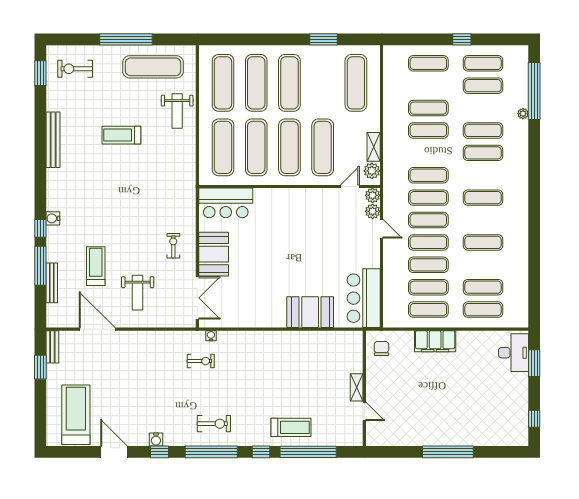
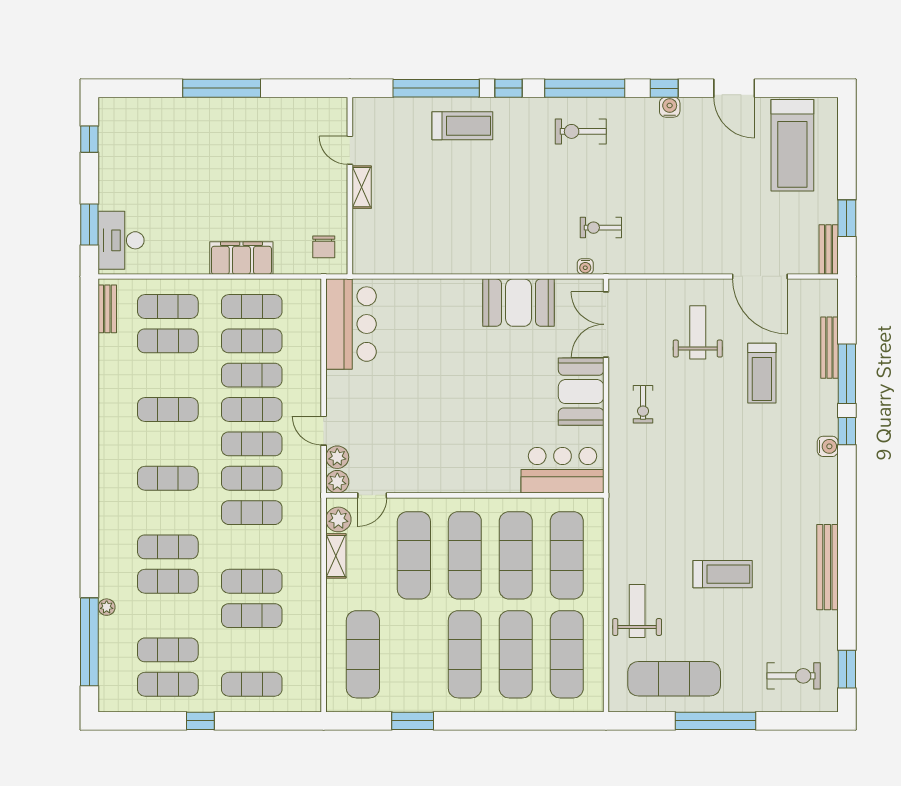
bench: (522, 308) -> (107, 309), added
booth: (310, 312) -> (518, 303), moved
treadmill: (291, 427) -> (462, 126), turned 180

